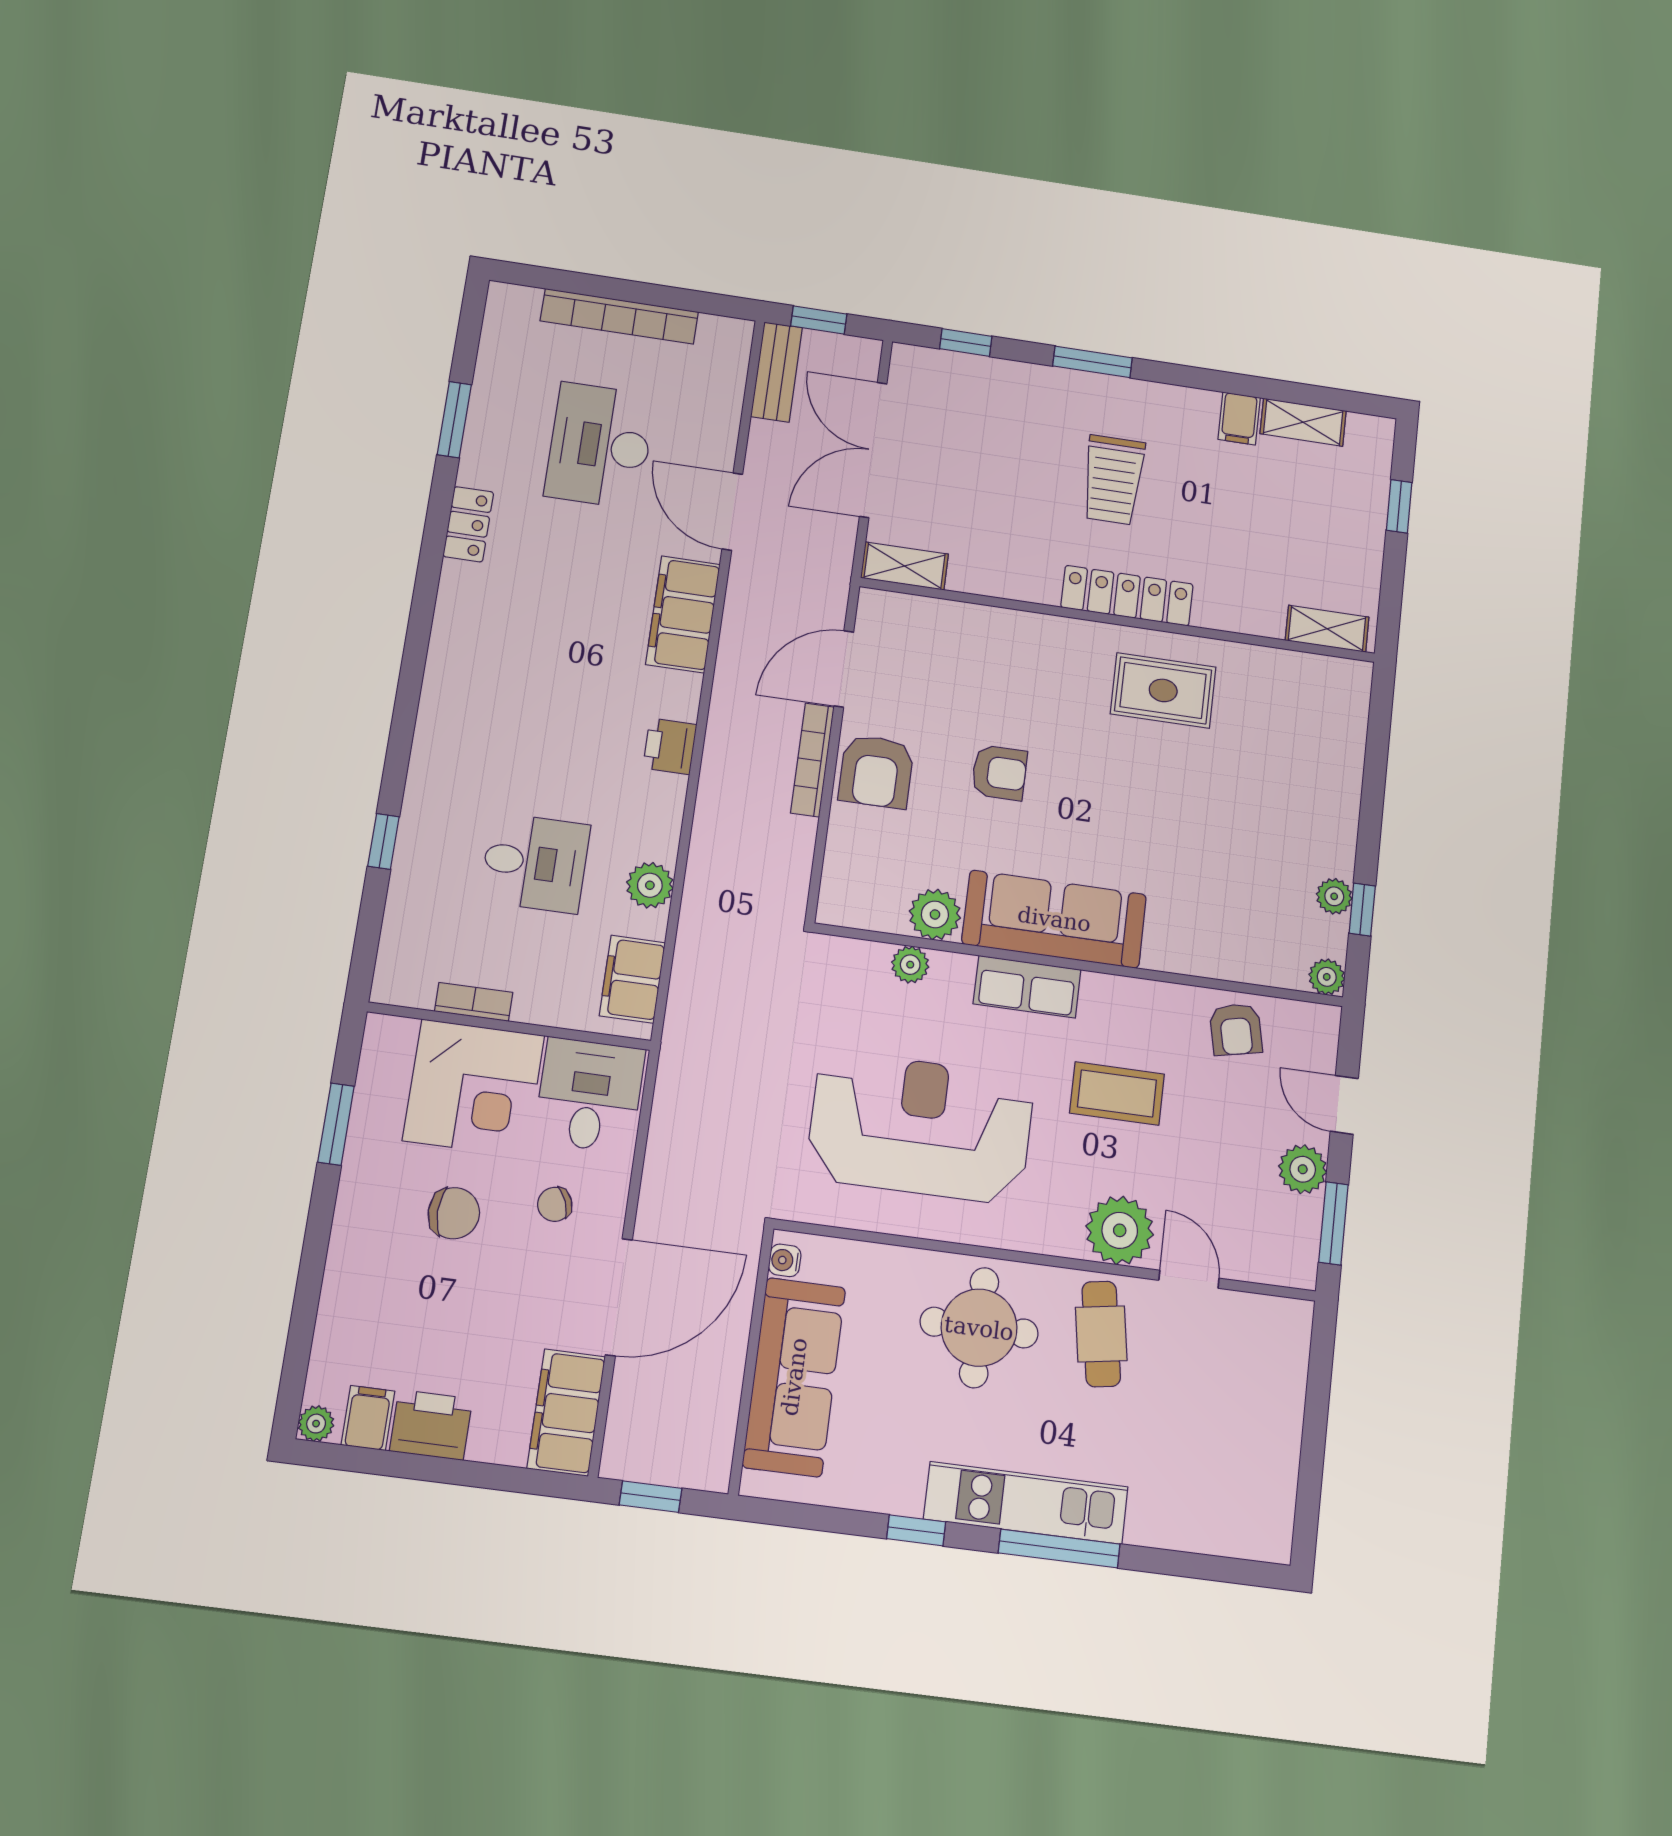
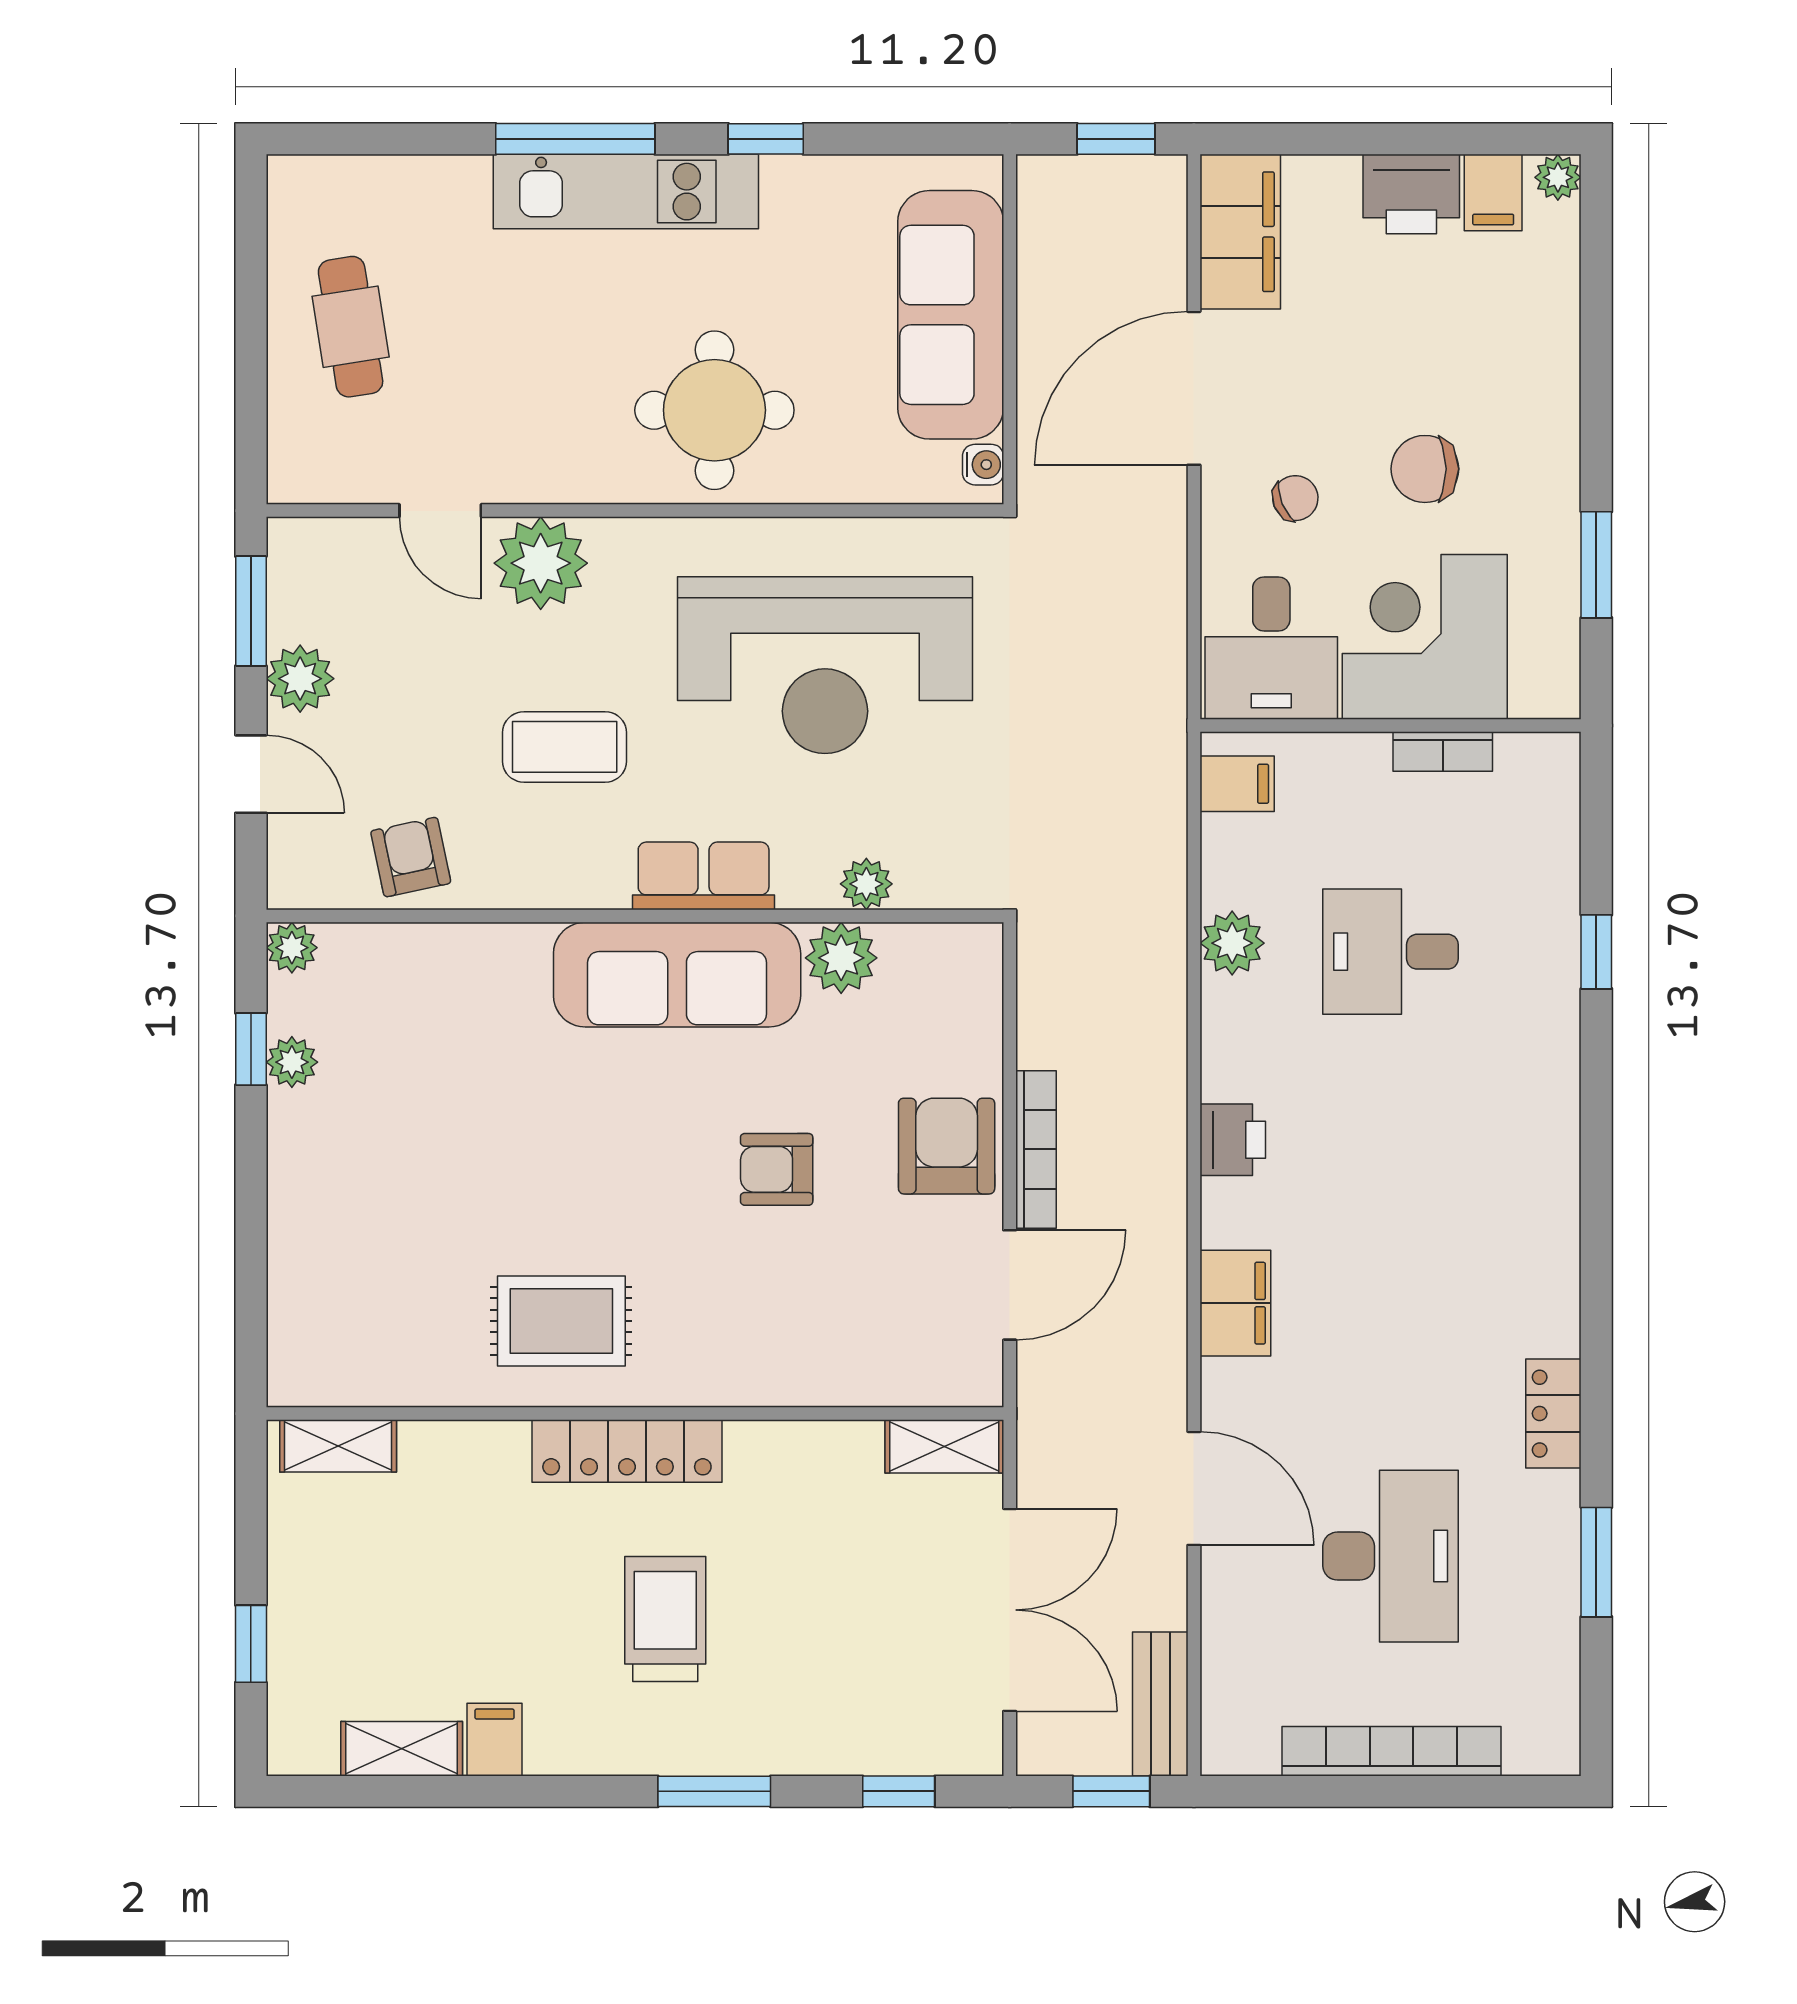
filing cabinet: (683, 614) -> (1235, 1303), width x0.67, depth x0.86
filing cabinet: (632, 979) -> (1237, 784), width x0.50
cafe table: (1101, 1334) -> (351, 327), moved

